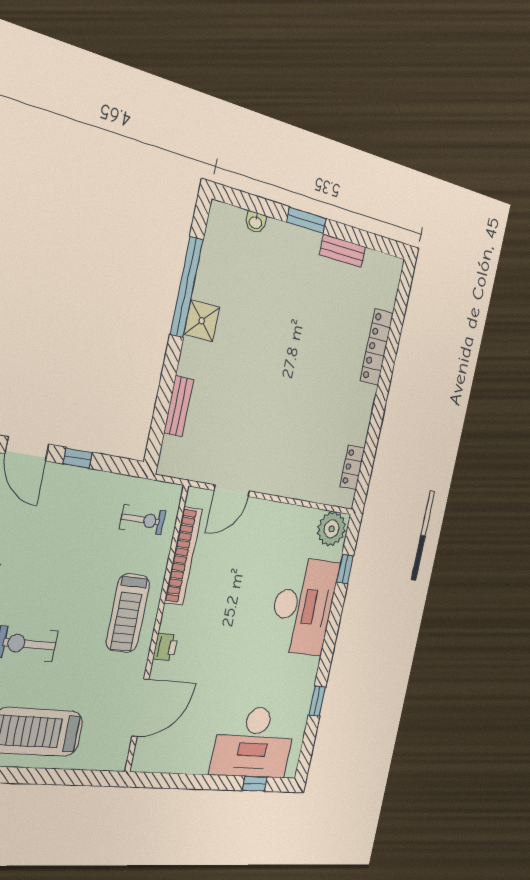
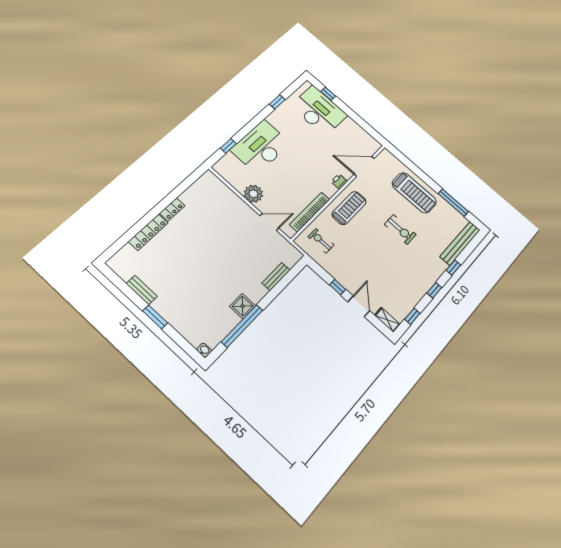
washbasin: (256, 222) -> (204, 350), moved
locker: (352, 467) -> (172, 209), moved
plant: (332, 529) -> (253, 194), moved

